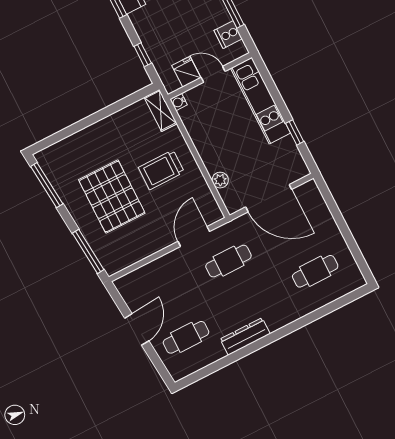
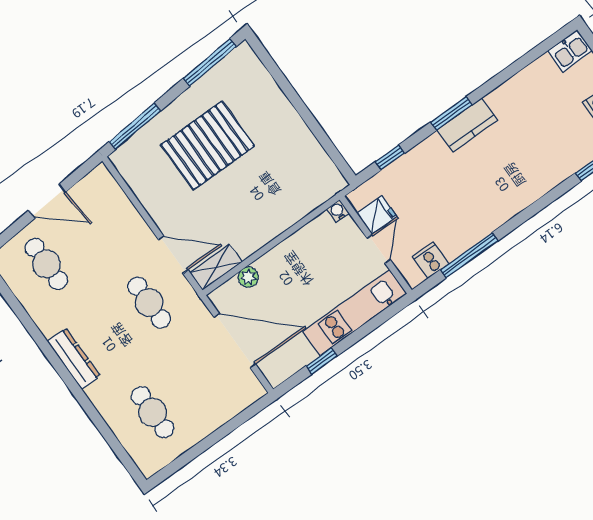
shelving: (161, 110) -> (216, 267), moved
trolley: (161, 170) -> (250, 202), removed
door: (269, 198) -> (235, 341), swing flipped
dresser: (245, 336) -> (74, 359), moved

